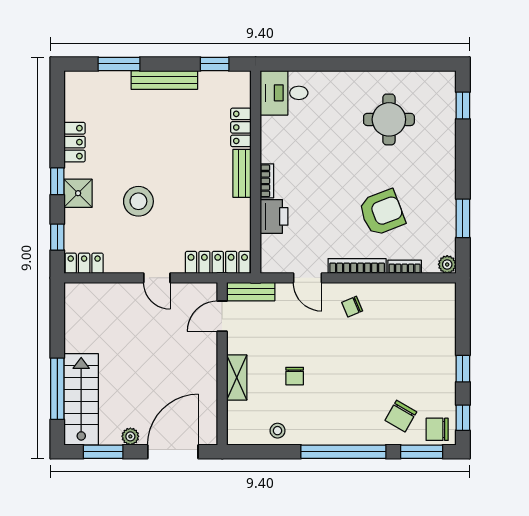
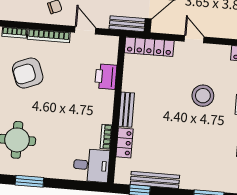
window: (367, 64) -> (29, 181), added
bench: (164, 80) -> (155, 180), moved
bookcase: (267, 181) -> (106, 137), moved

